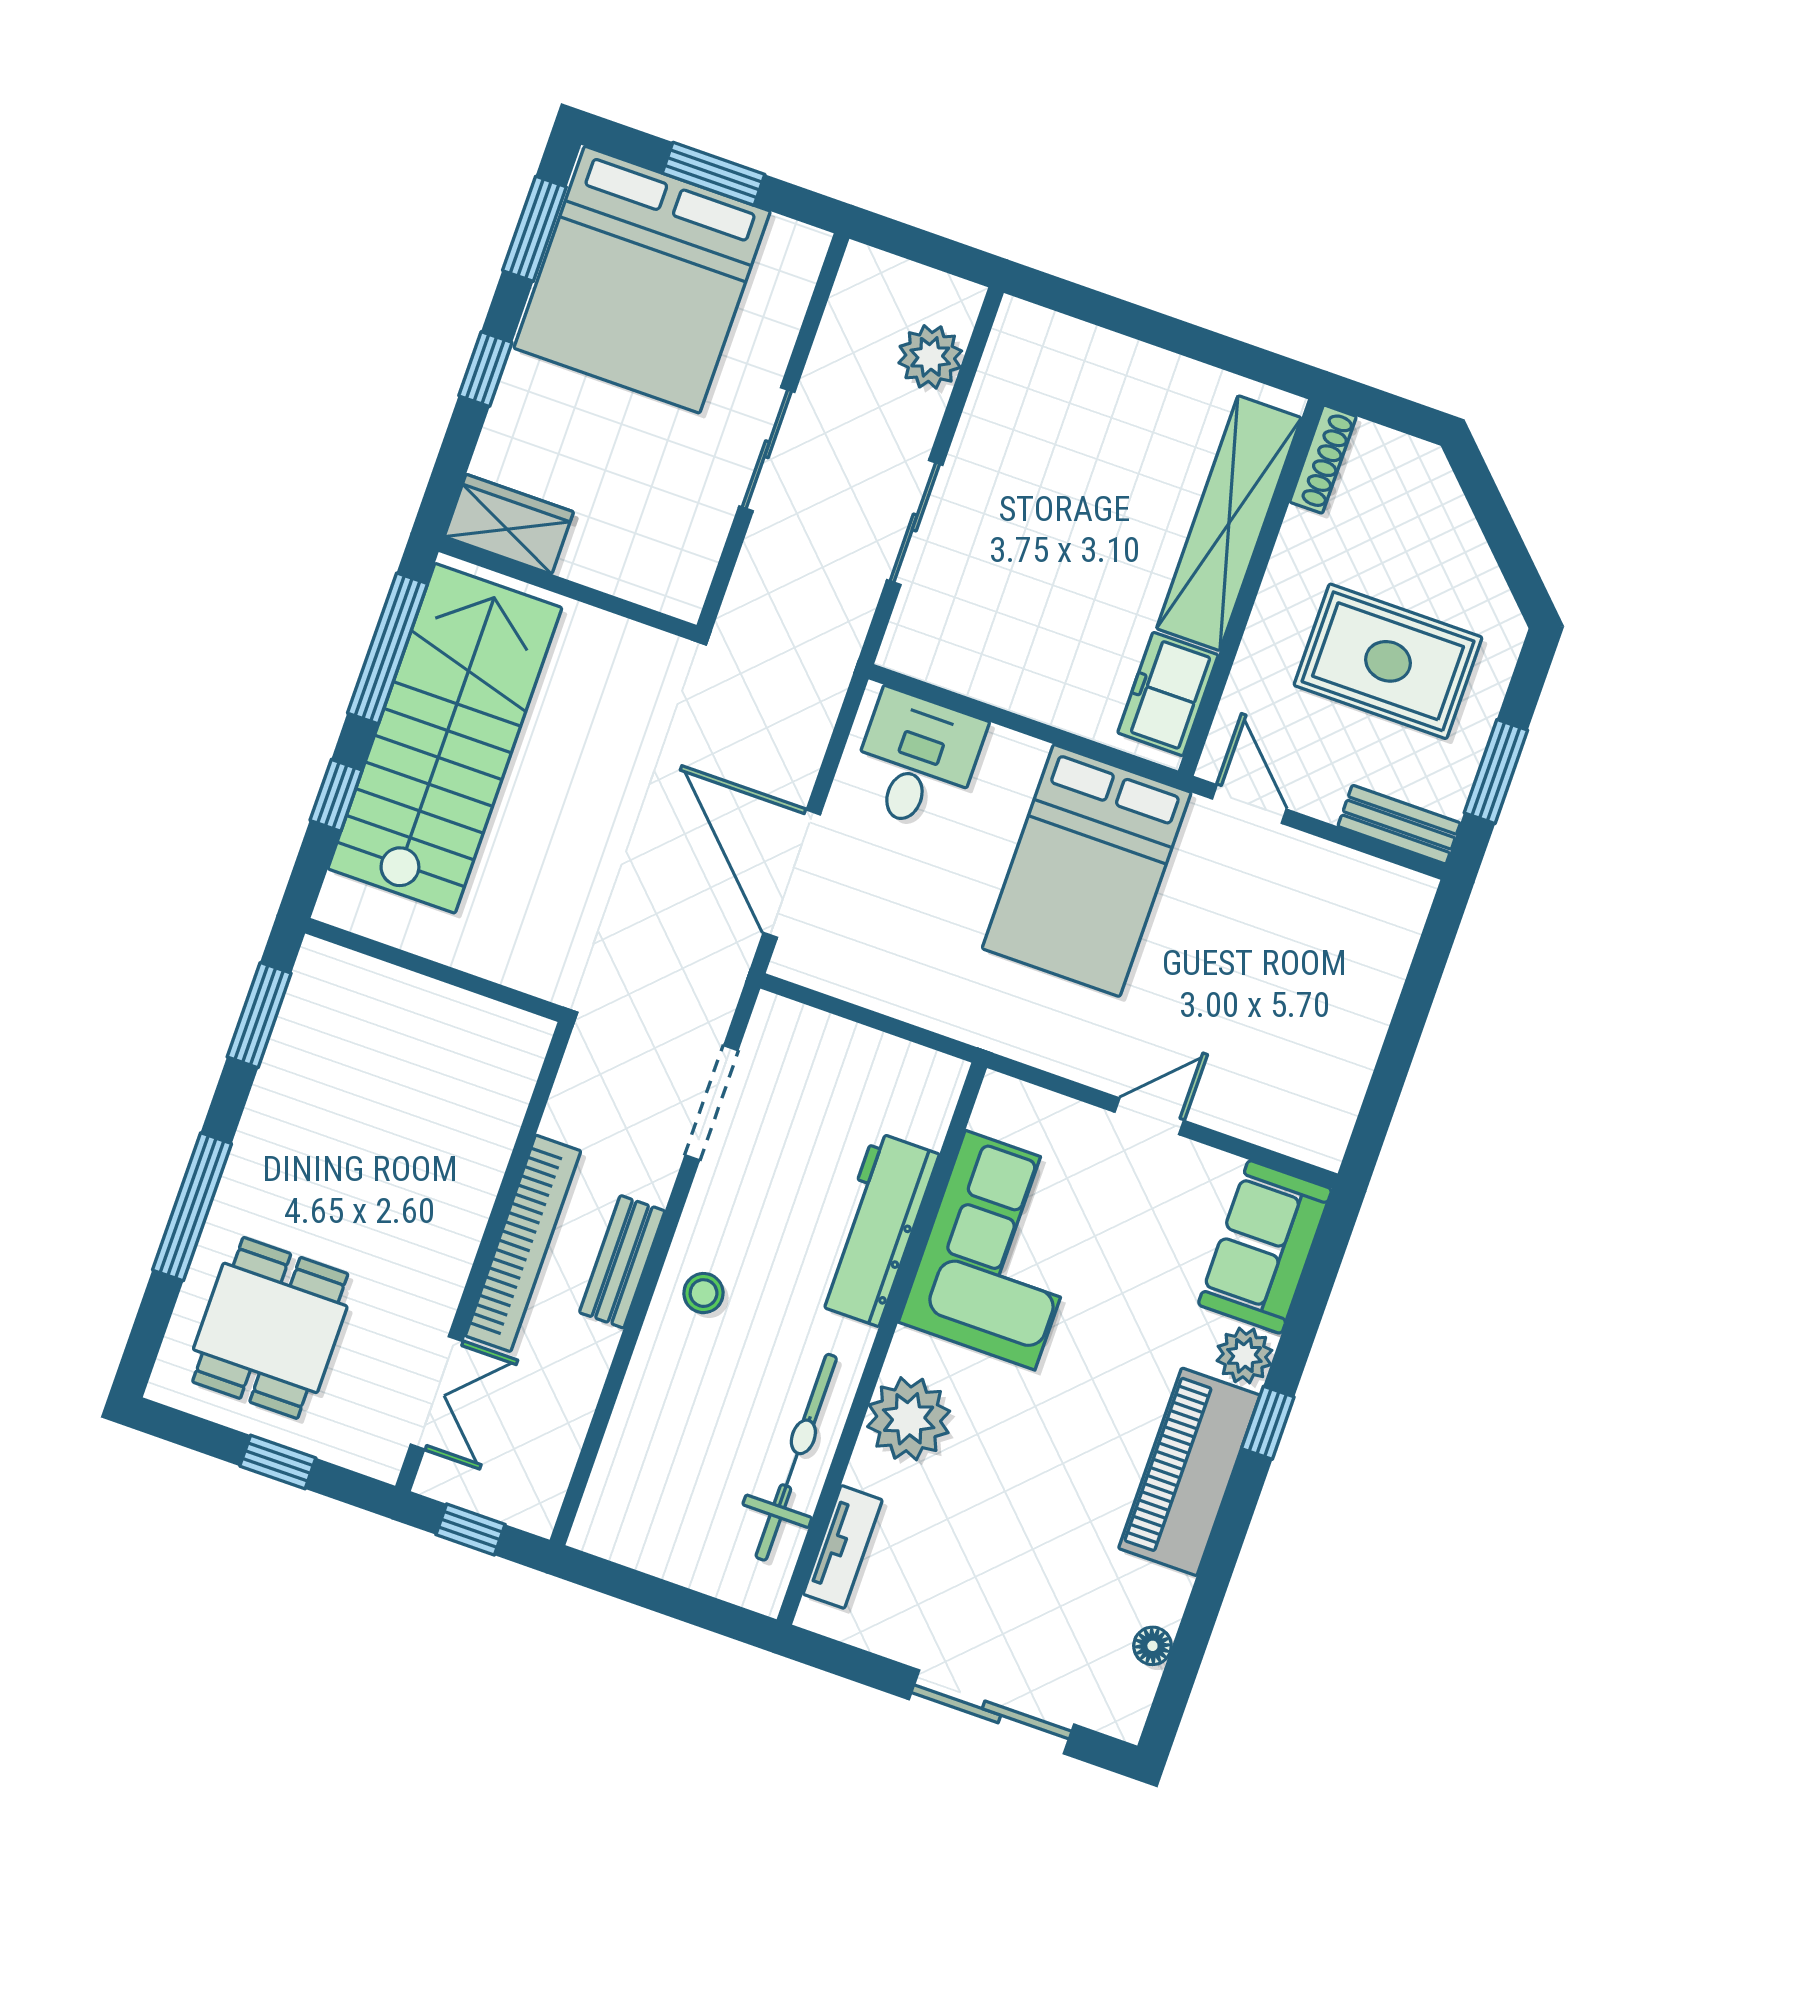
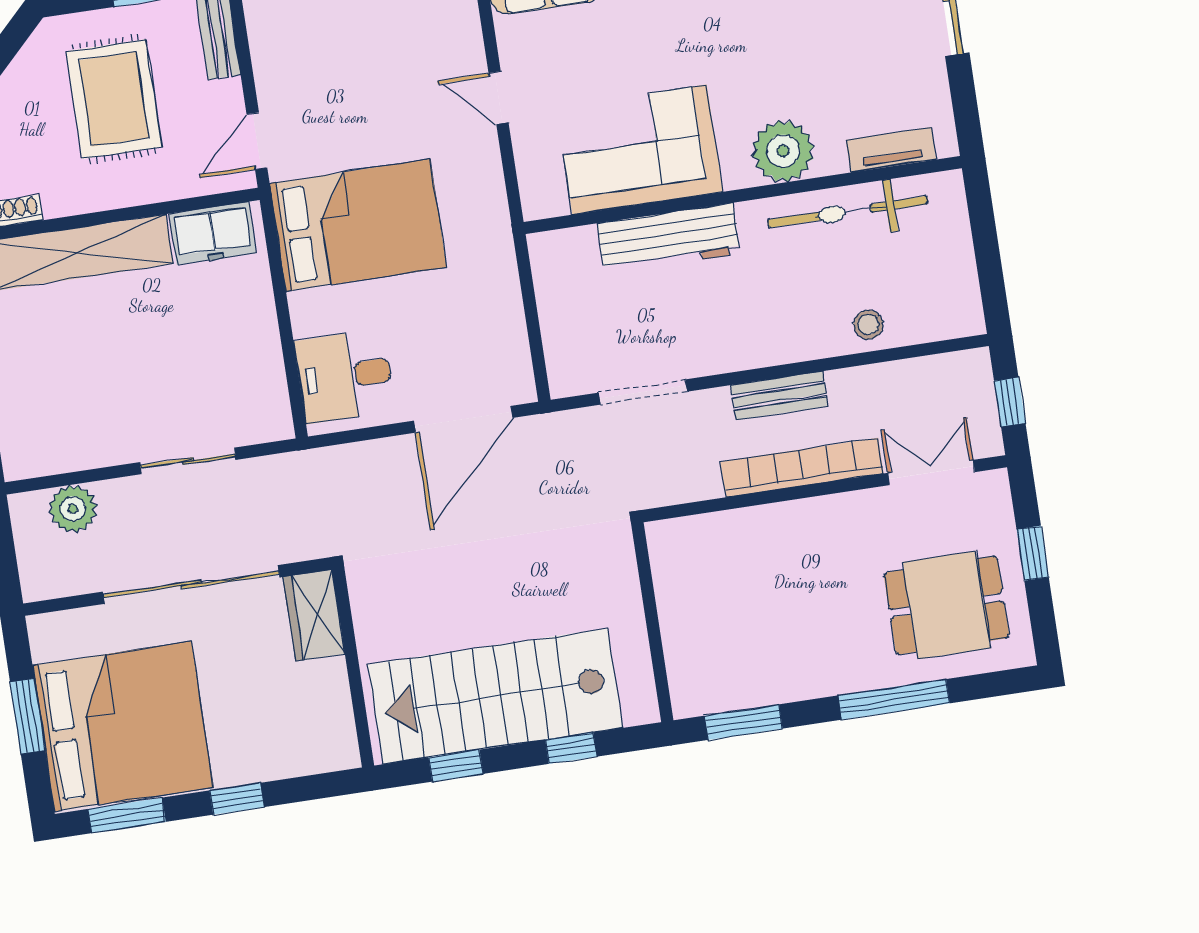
sliding door: (767, 449) -> (191, 584), width x1.86
wardrobe: (509, 524) -> (314, 615), moved
window: (388, 648) -> (456, 766), width x0.46
stool: (704, 1293) -> (868, 325), moved

